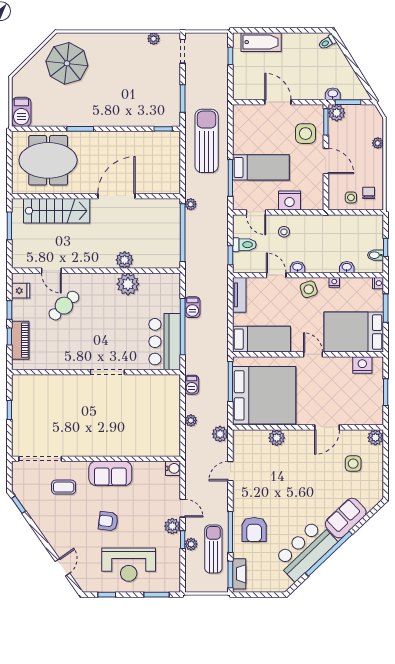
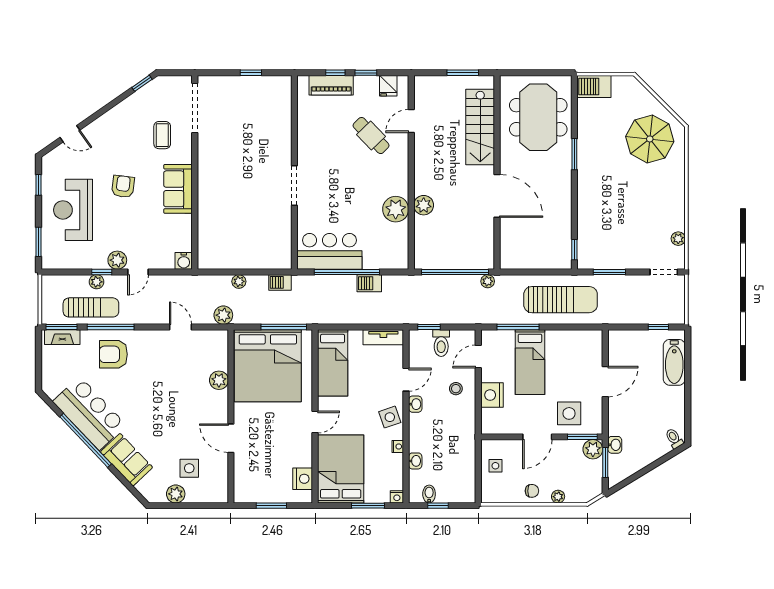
chair: (369, 193) -> (532, 491), moved
plant: (375, 438) -> (176, 494), moved

